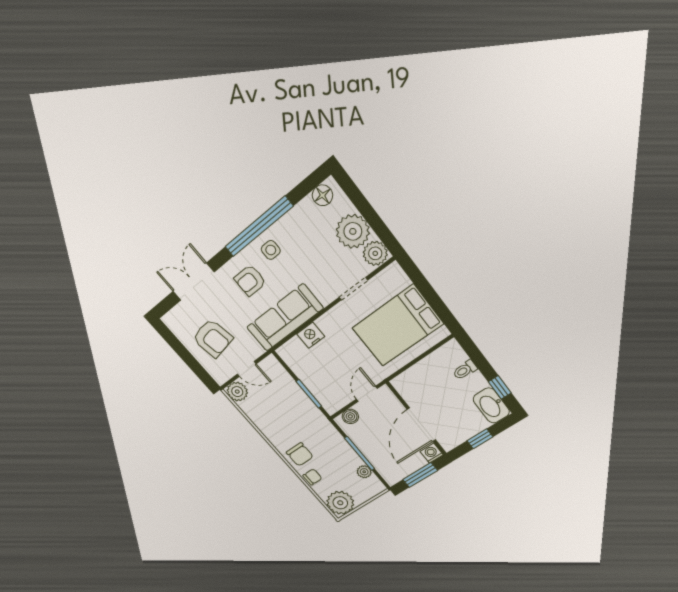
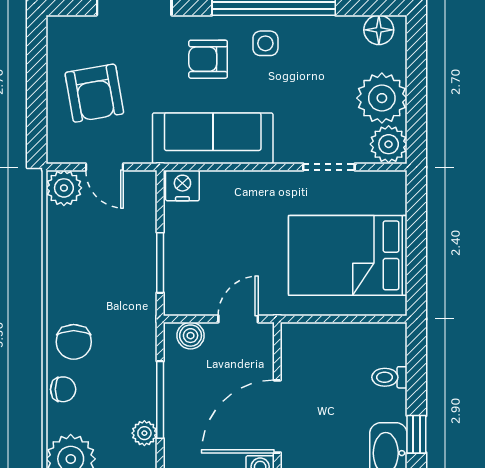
nightstand: (311, 335) -> (182, 186), moved

